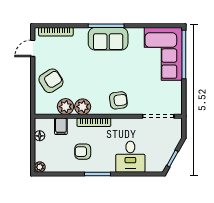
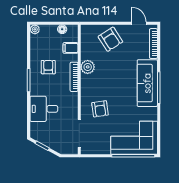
sofa: (108, 39) -> (147, 83), width x1.36
armchair: (118, 100) -> (100, 109), moved
plant: (66, 107) -> (88, 52), removed

